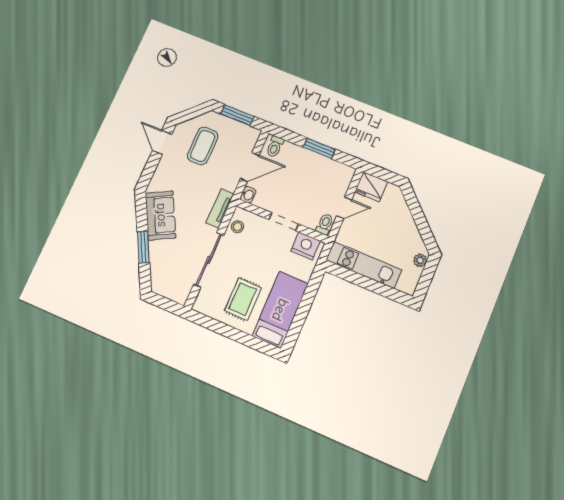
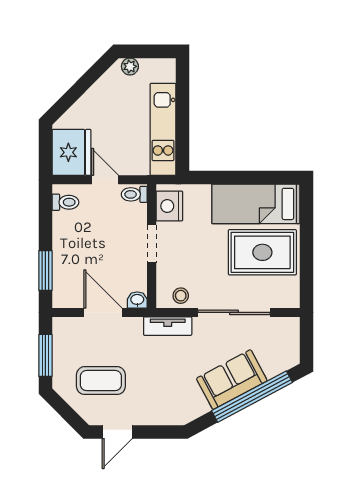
toilet: (275, 147) -> (65, 202), moved
window: (319, 148) -> (45, 270), moved
fridge: (371, 187) -> (71, 152), width x1.36, depth x1.34
sofa: (160, 215) -> (232, 380), moved
window: (143, 247) -> (252, 397), width x2.11
rug: (243, 299) -> (262, 252), width x1.36, depth x1.43

